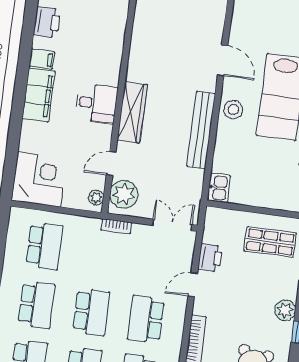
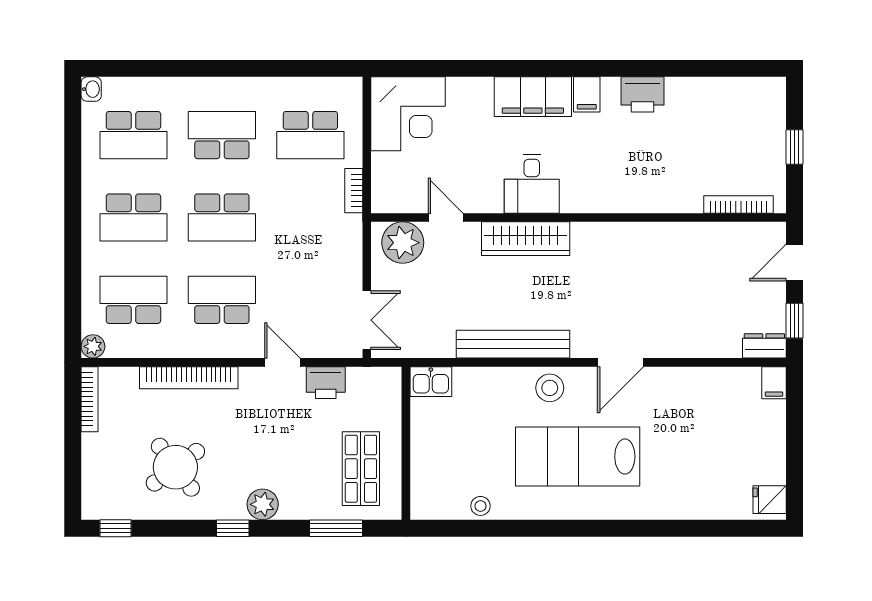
plant: (96, 198) -> (392, 202), removed
bookcase: (116, 226) -> (354, 191), moved
school desk: (37, 305) -> (222, 135), turned 180

